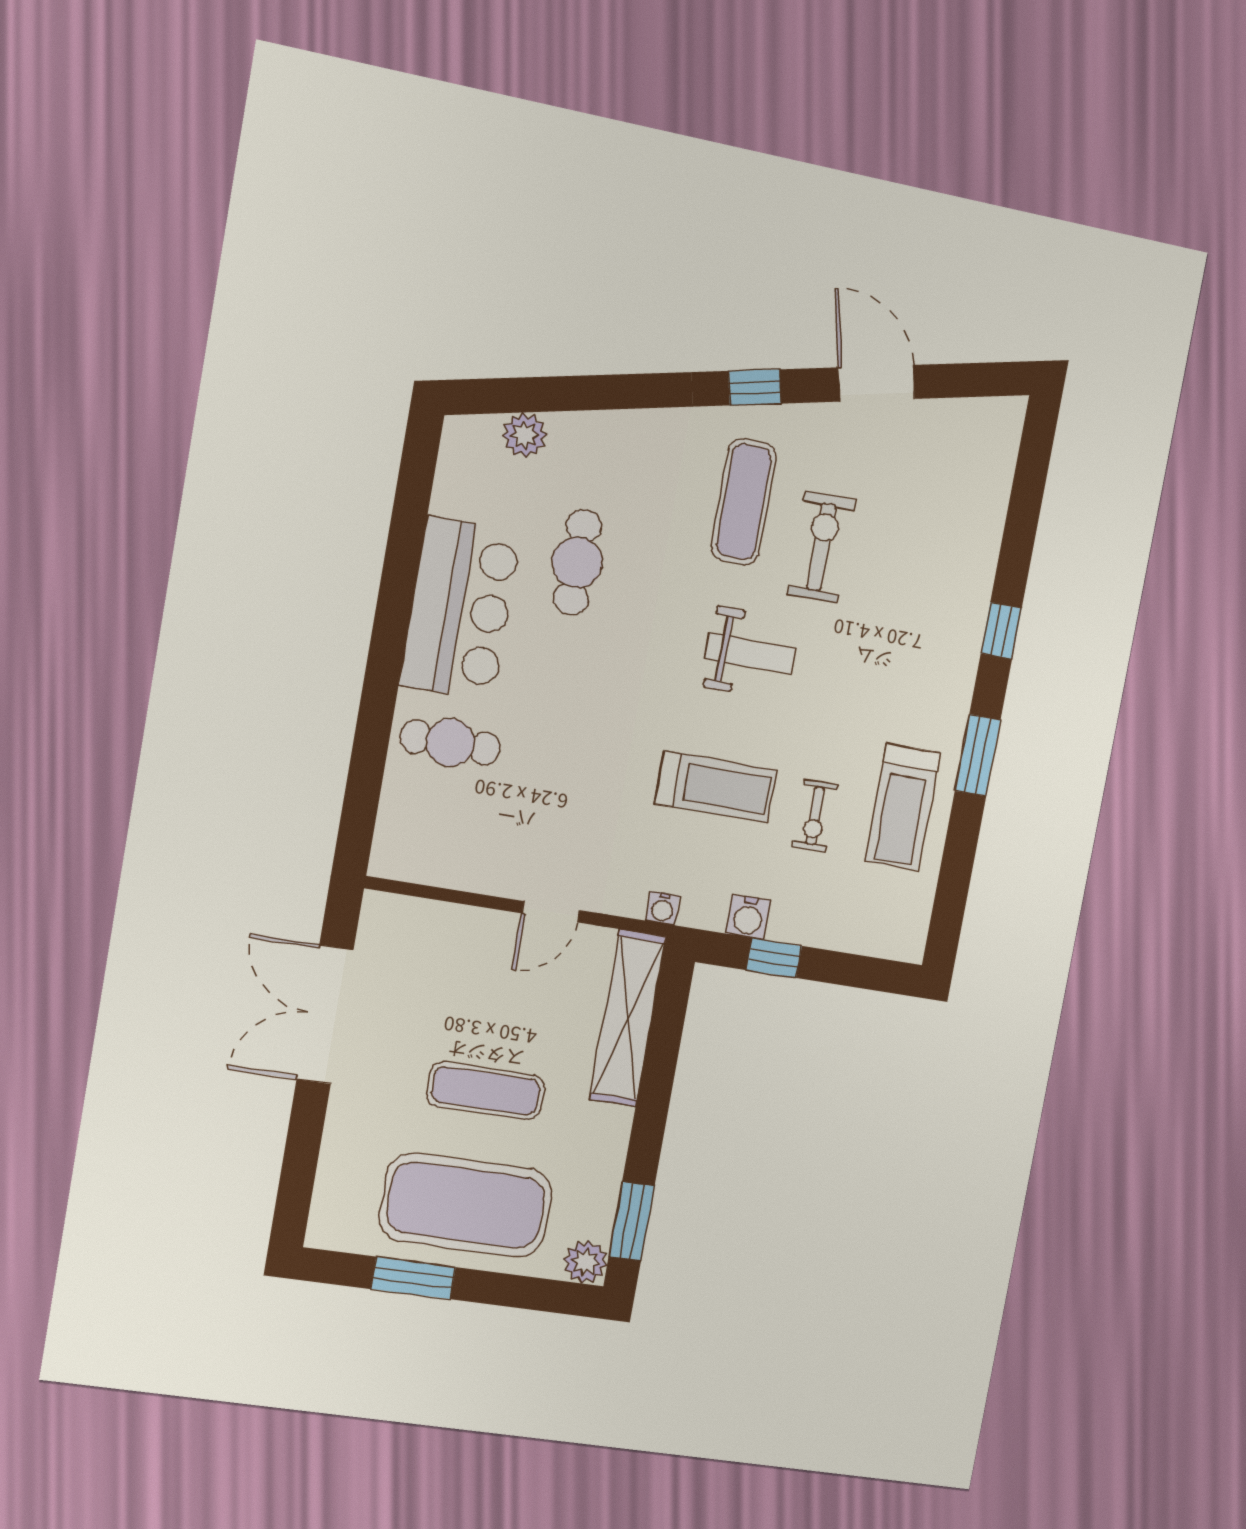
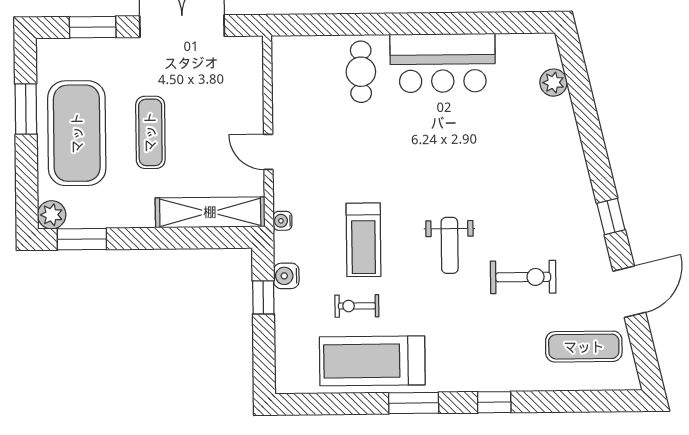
exercise mat: (744, 502) -> (584, 347), moved
cafe table: (577, 562) -> (484, 128), removed
treadmill: (902, 807) -> (372, 361), width x1.37, depth x1.38
window: (301, 1156) -> (93, 27), added

